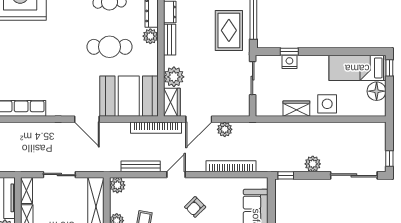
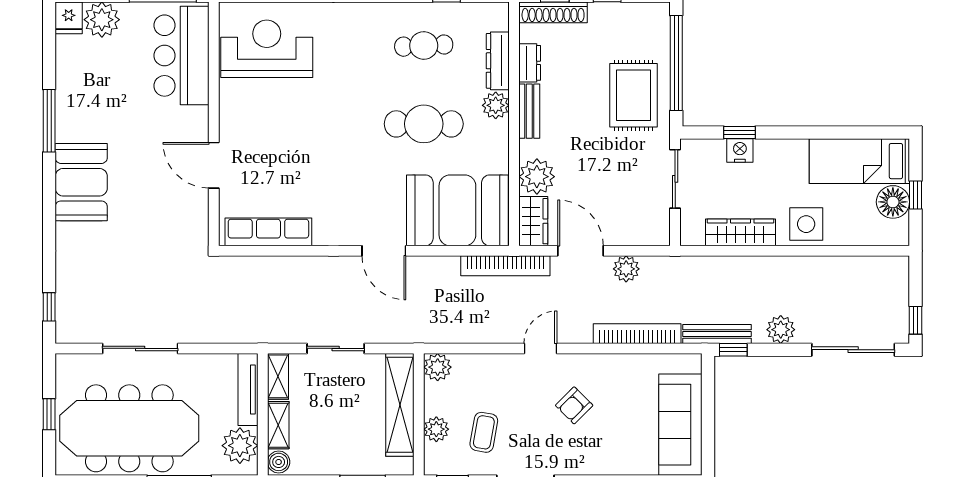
window: (389, 68) -> (916, 195), moved
wardrobe: (296, 109) -> (740, 232), width x1.50
door: (199, 119) -> (581, 251), swing flipped
bench: (141, 166) -> (717, 334), moved

